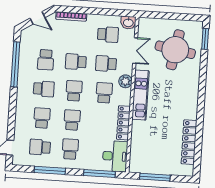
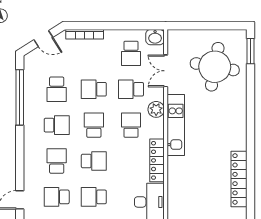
school desk: (108, 34) -> (131, 53), turned 90
double door: (135, 51) -> (166, 71), swing flipped
school desk: (72, 120) -> (94, 161), turned 90
school desk: (70, 149) -> (94, 197), turned -90

